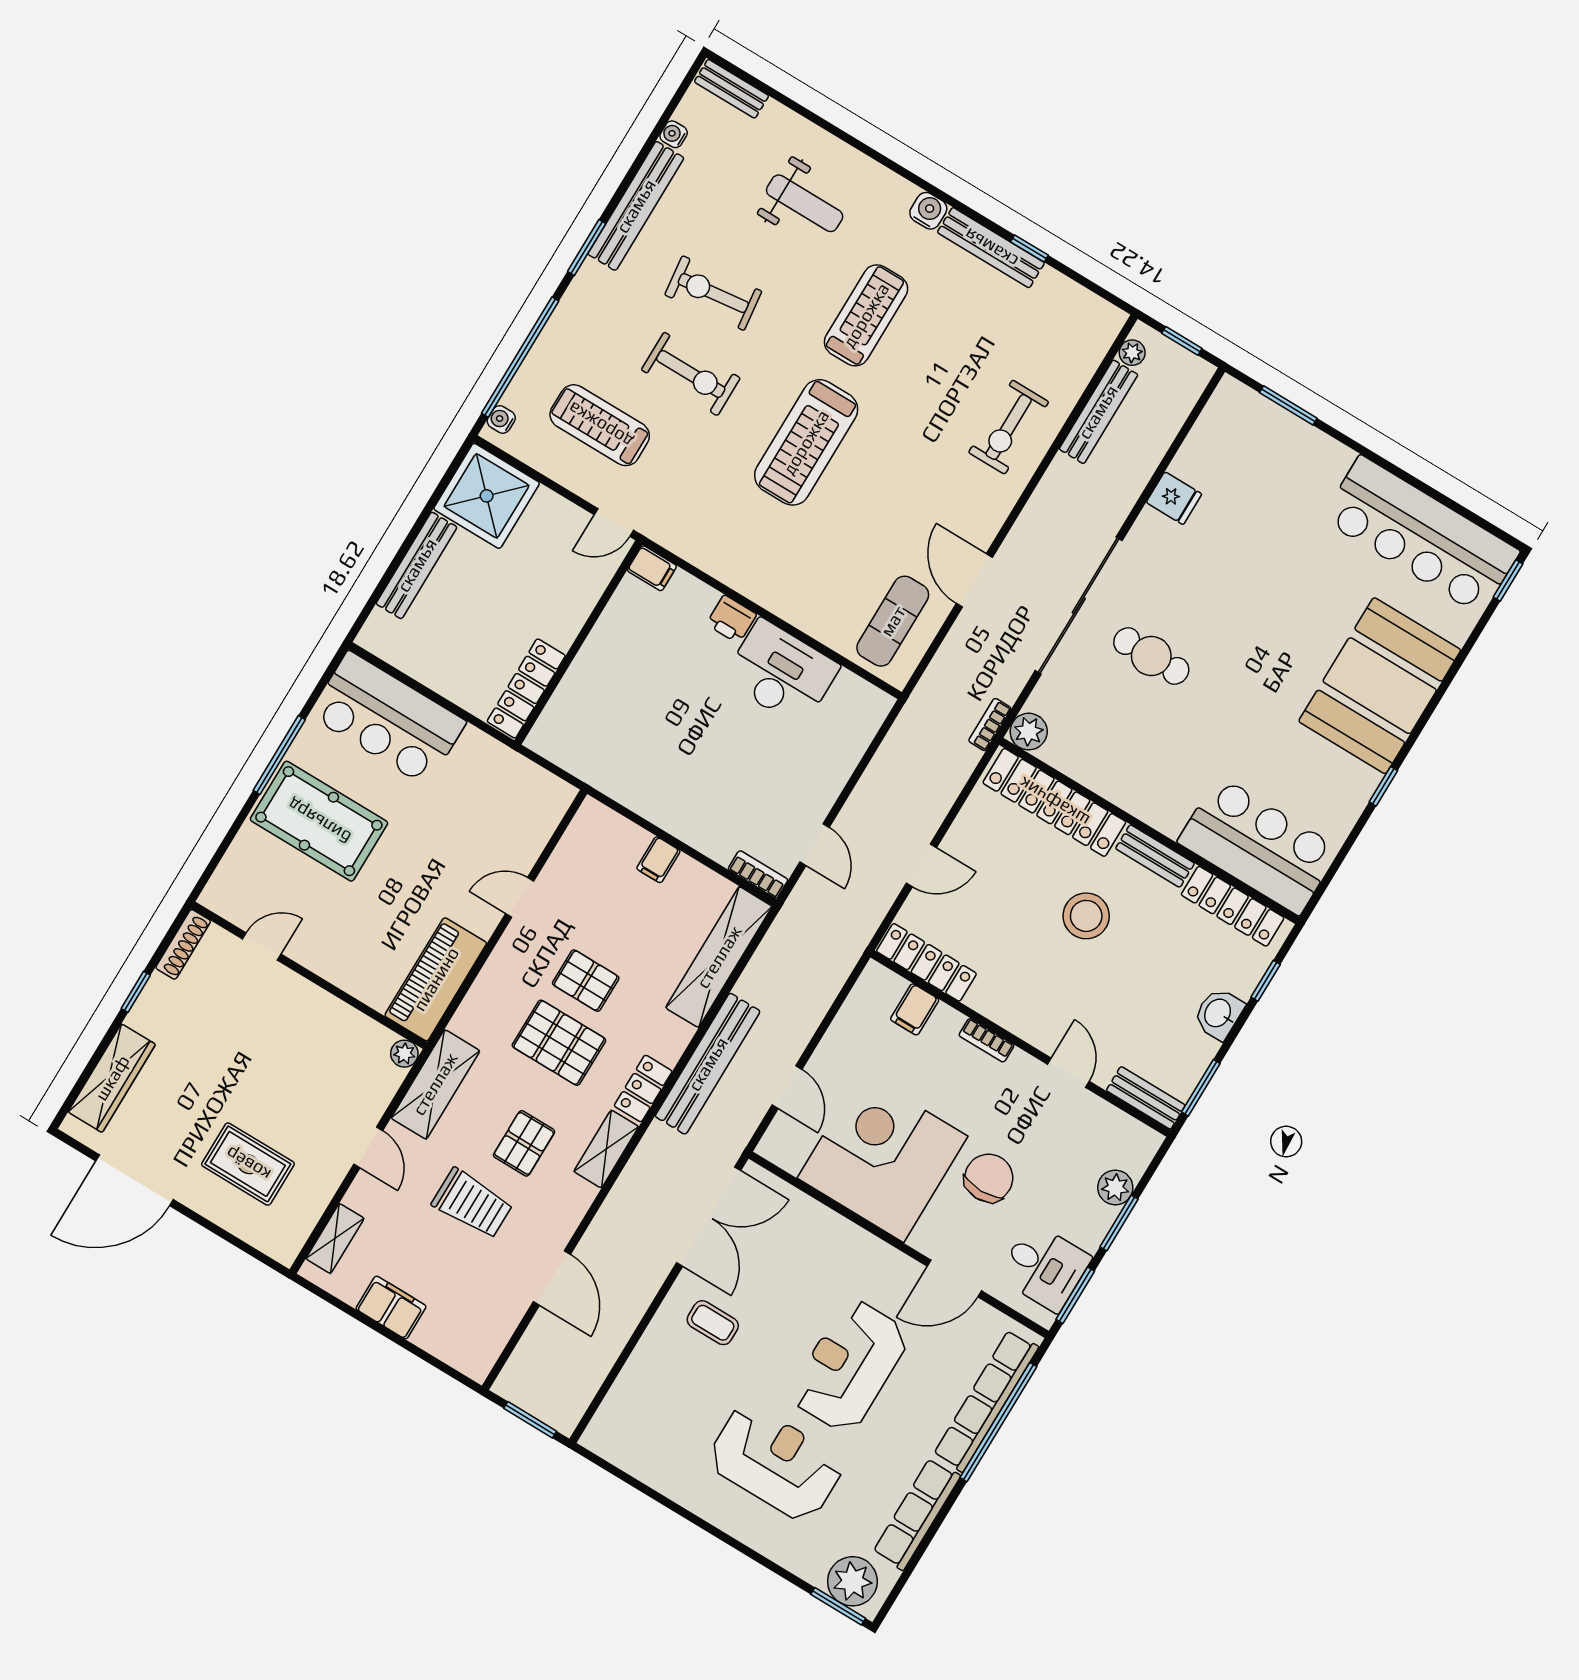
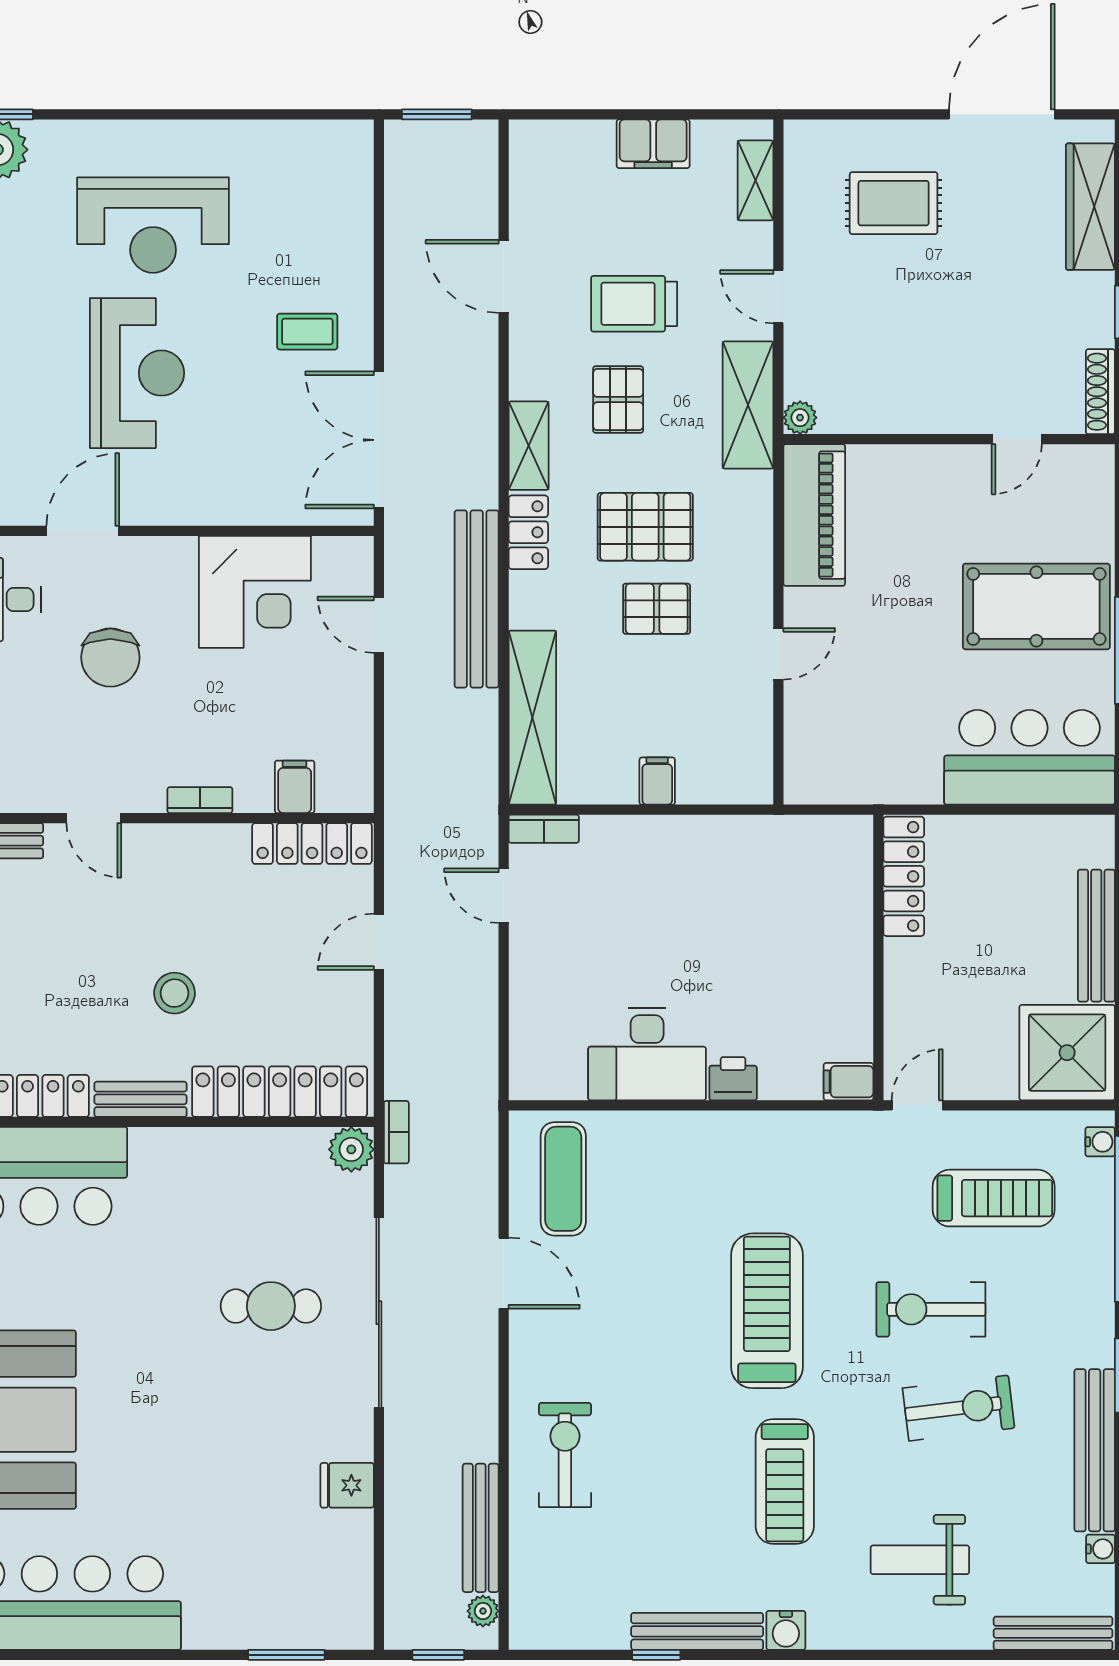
bench: (731, 89) -> (1053, 1633), width x1.36
stool: (1086, 916) -> (174, 993), width x0.73, depth x0.73
corner desk: (882, 1157) -> (255, 592), width x0.74, depth x0.74

